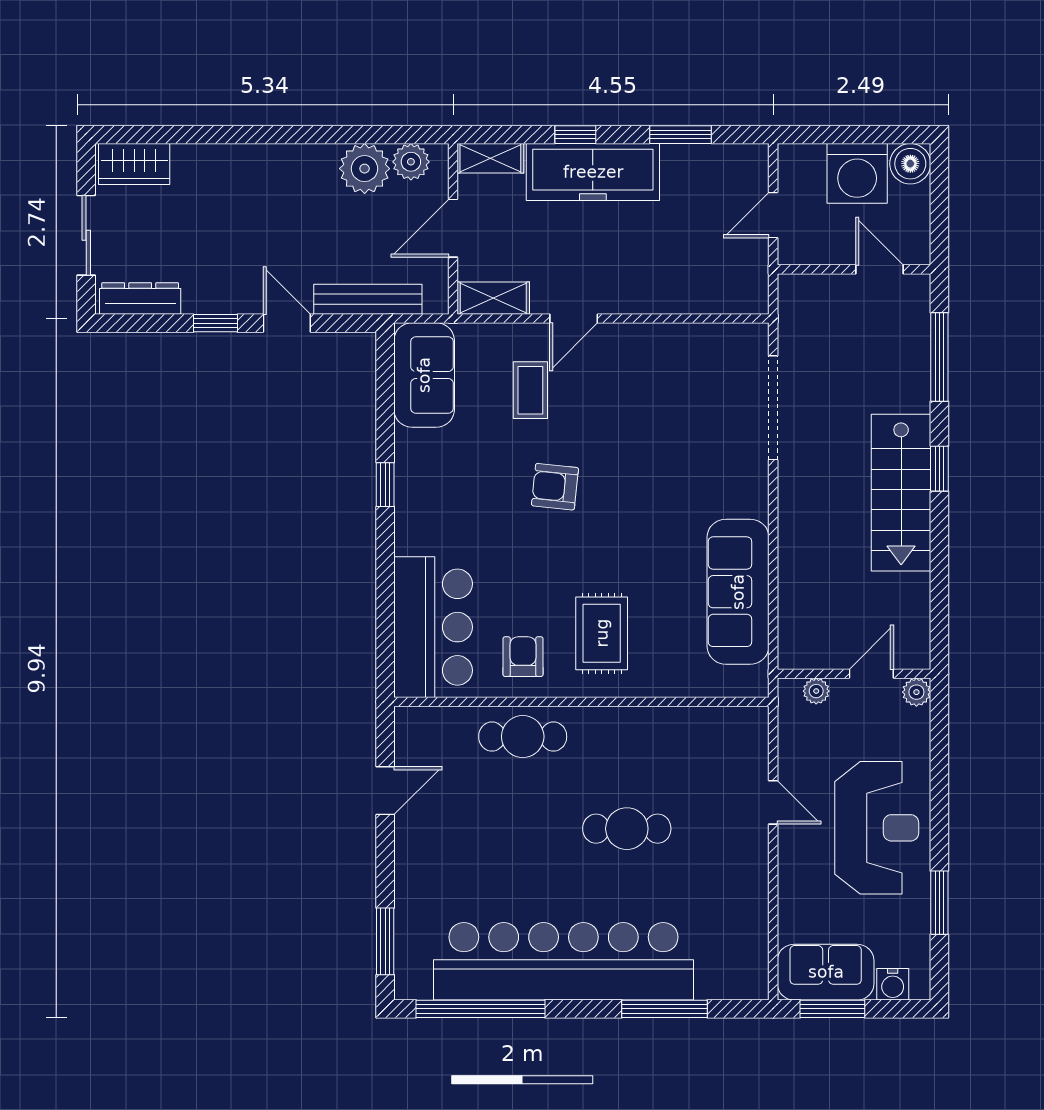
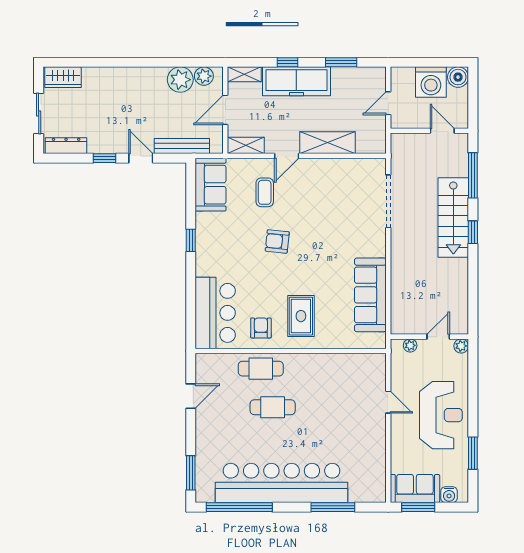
shelving: (654, 293) -> (327, 143), added
stairs: (901, 493) -> (453, 217), moved
cafe table: (627, 829) -> (273, 407), moved

